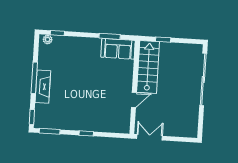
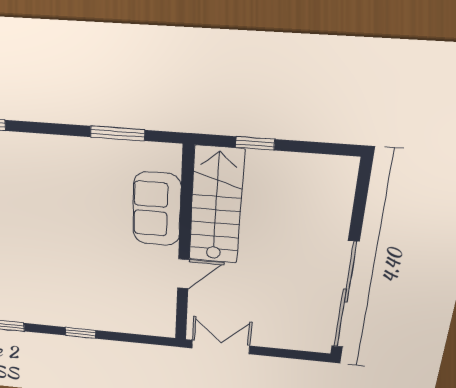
sofa: (118, 49) -> (157, 209), moved, turned 90
sliding door: (203, 79) -> (345, 296), moved

